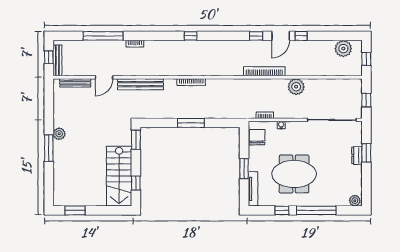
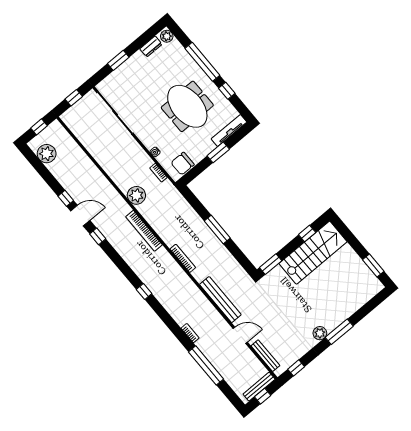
bookcase: (264, 71) -> (144, 231), moved
plant: (296, 87) -> (136, 195), moved
window: (49, 97) -> (296, 368), added
dresser: (357, 155) -> (151, 46), moved

